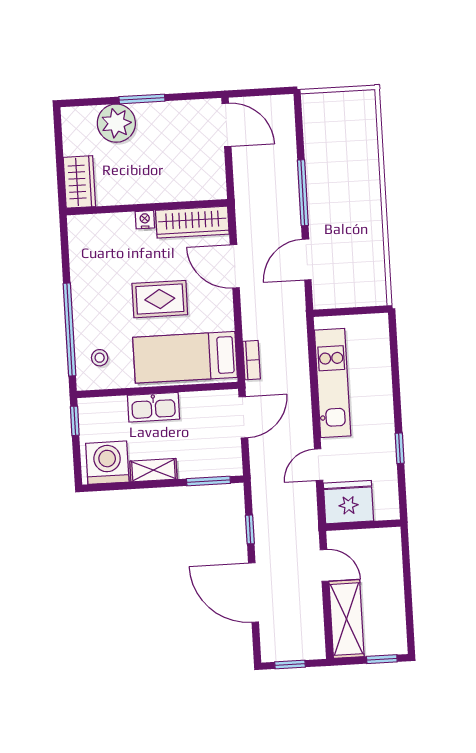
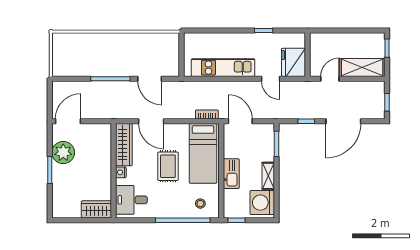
plant: (116, 123) -> (63, 153), moved
desk: (99, 240) -> (131, 200), added
door: (235, 266) -> (151, 121), hinge flipped

